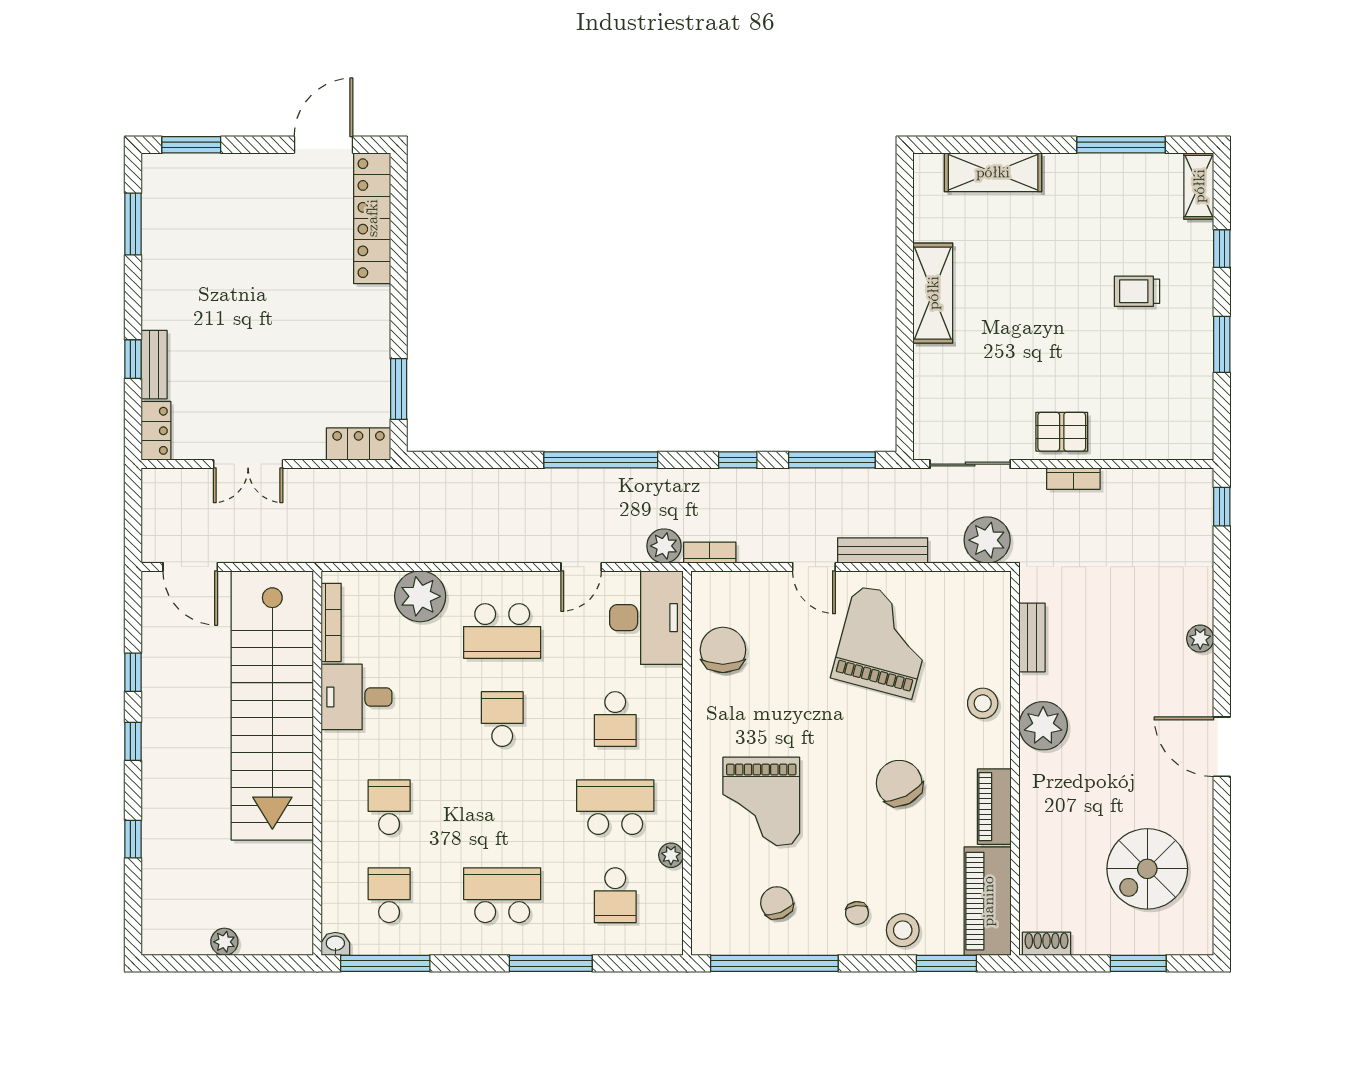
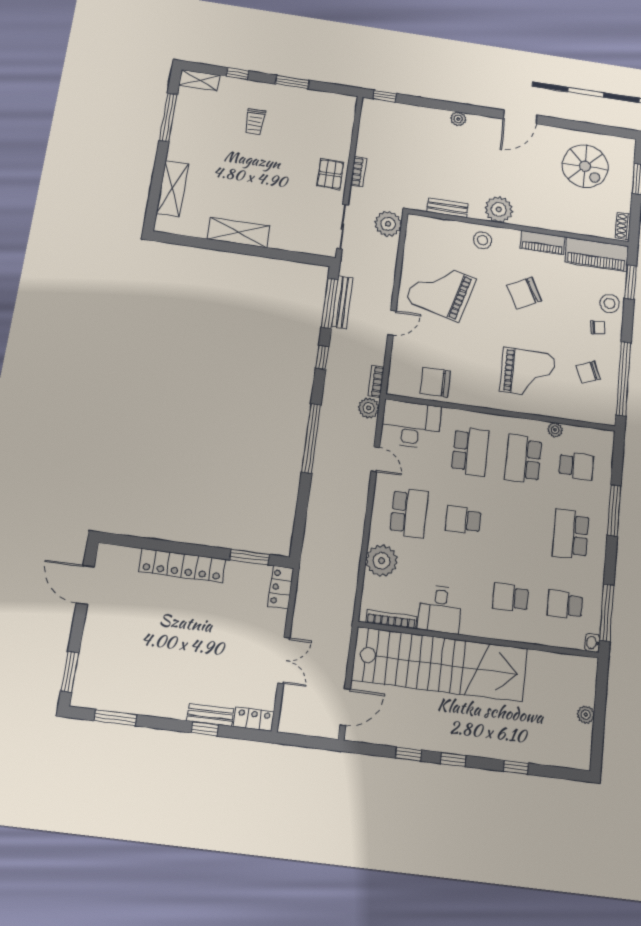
locker: (372, 218) -> (182, 565), moved
bench: (883, 550) -> (342, 302), moved
school desk: (615, 719) -> (470, 451), width x1.85

